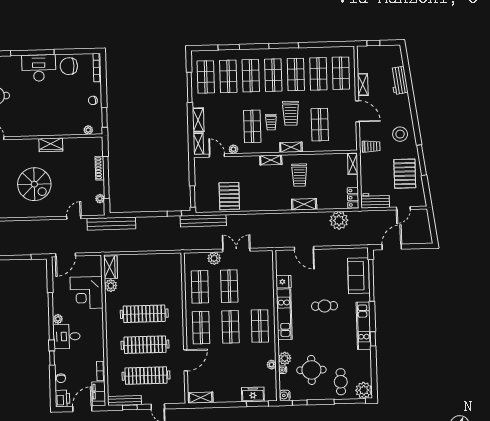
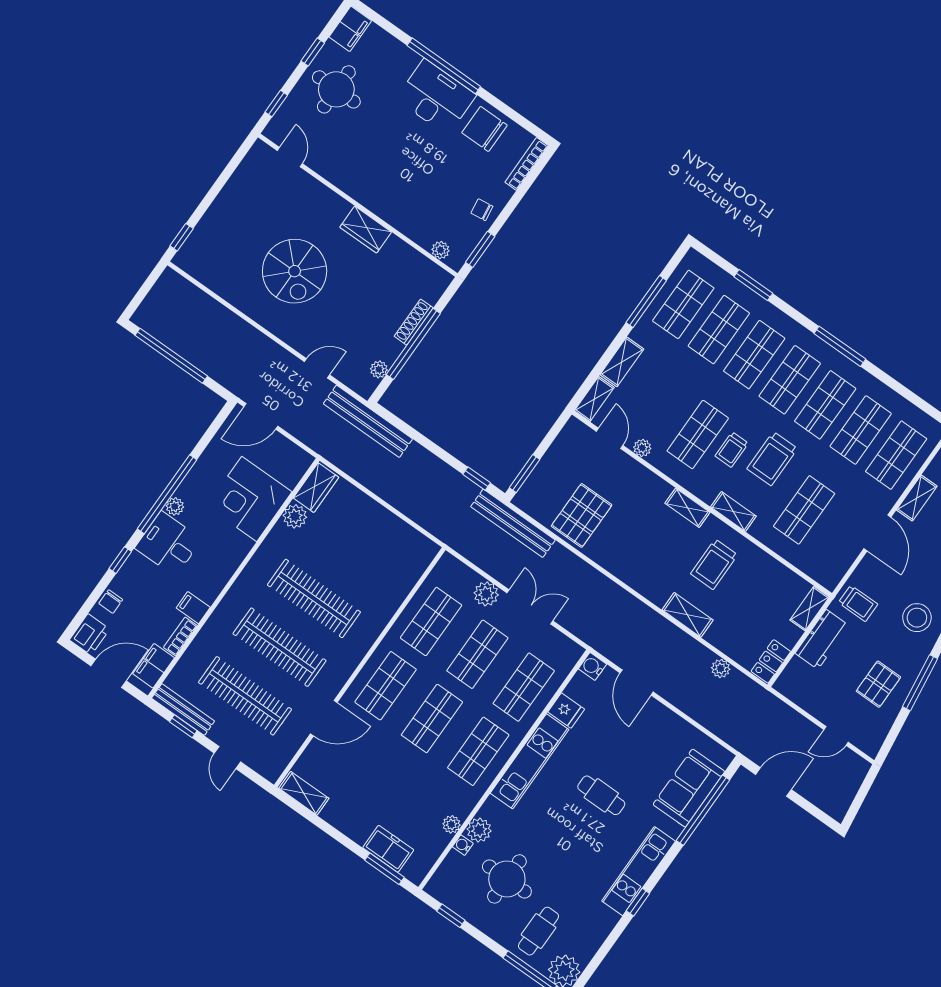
pallet: (405, 174) -> (878, 684), width x0.67, depth x0.71
workbench: (375, 201) -> (822, 639), moved, turned 90
plant: (339, 220) -> (721, 668), width x0.53, depth x0.53
shop shelf: (259, 285) -> (524, 687), added
filing cabinet: (97, 355) -> (193, 608), added
water cooler: (285, 395) -> (592, 666), moved

